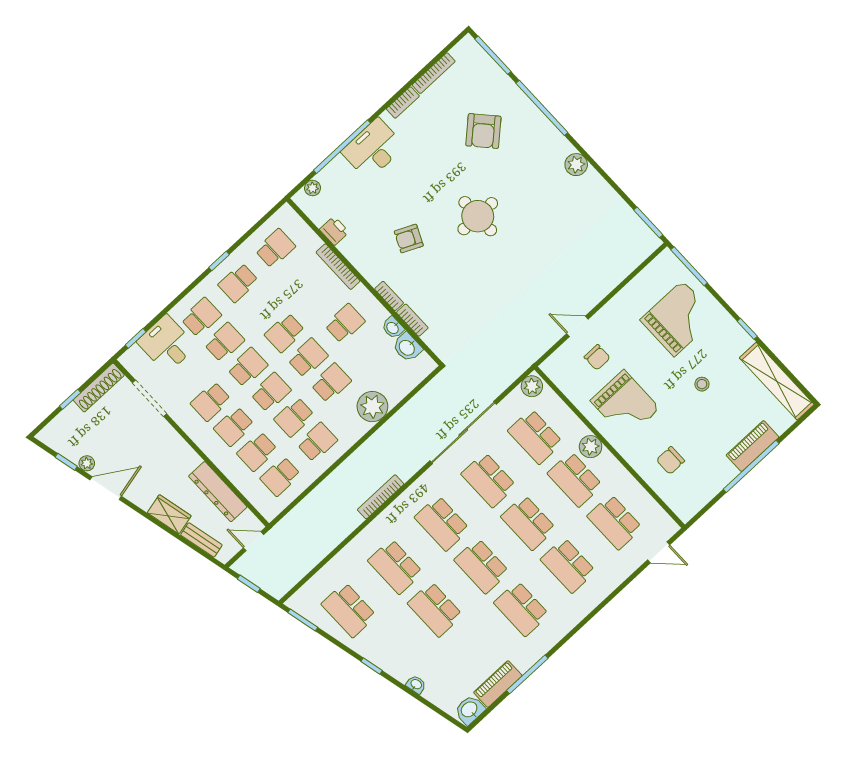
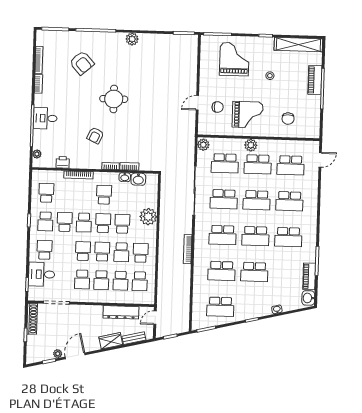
desk: (373, 149) -> (45, 118), width x0.73
school desk: (224, 342) -> (65, 222), moved

